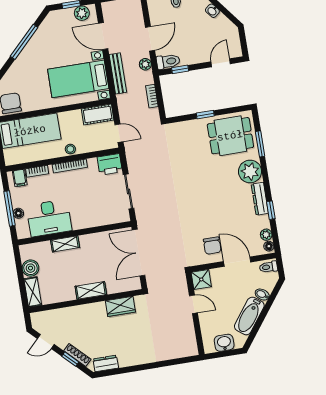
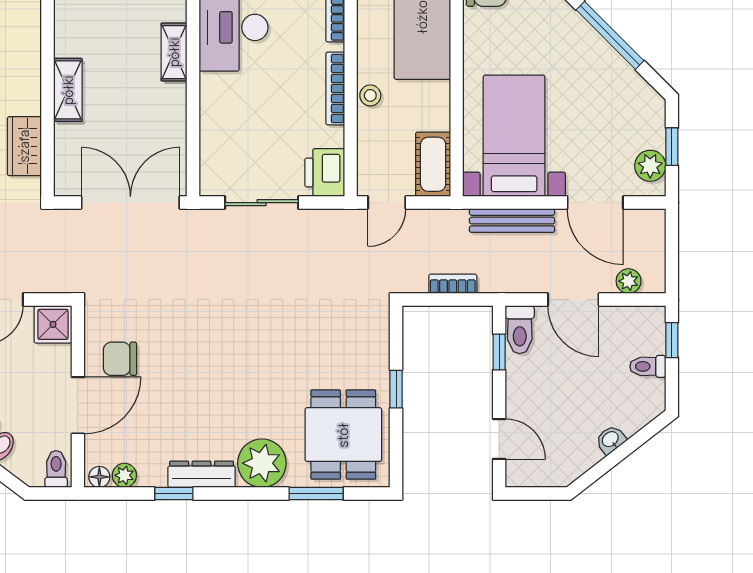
door: (103, 36) -> (595, 203), swing flipped
plant: (145, 64) -> (629, 281), moved

